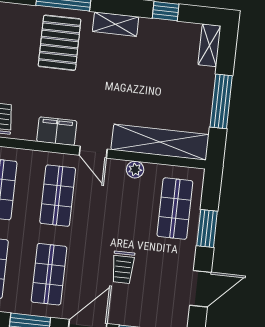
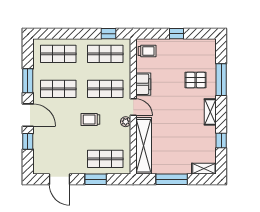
pallet: (60, 43) -> (196, 80), width x0.67, depth x0.71
door: (93, 152) -> (133, 107), swing flipped
plant: (135, 170) -> (126, 122), moved
trolley: (123, 267) -> (90, 119), moved

